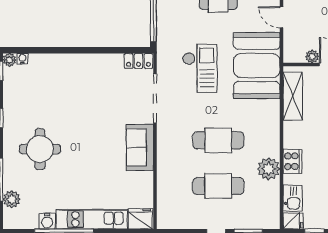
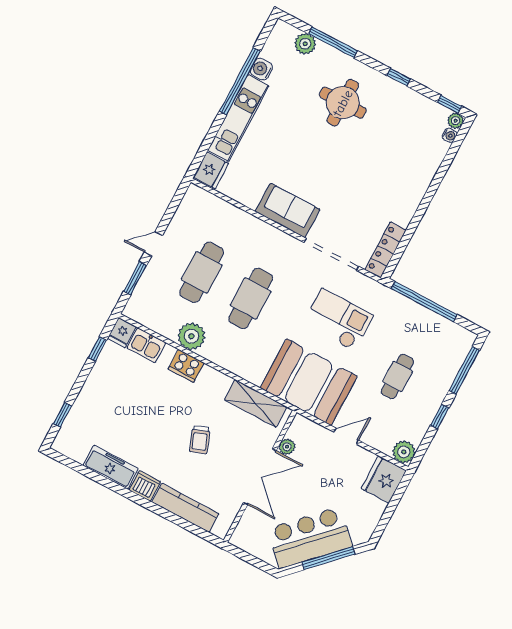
locker: (139, 61) -> (385, 250), width x1.53
checkout: (200, 68) -> (338, 320), turned 180

